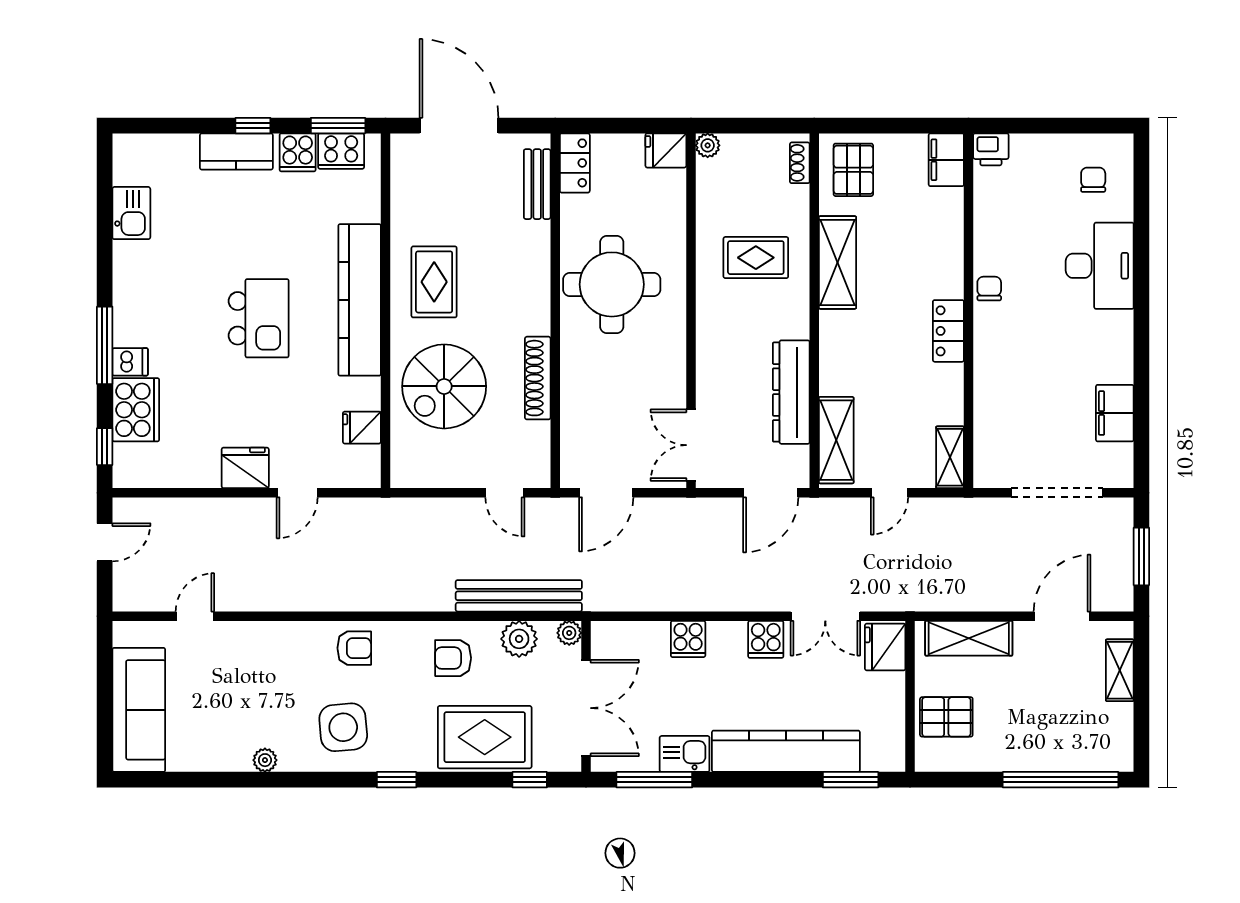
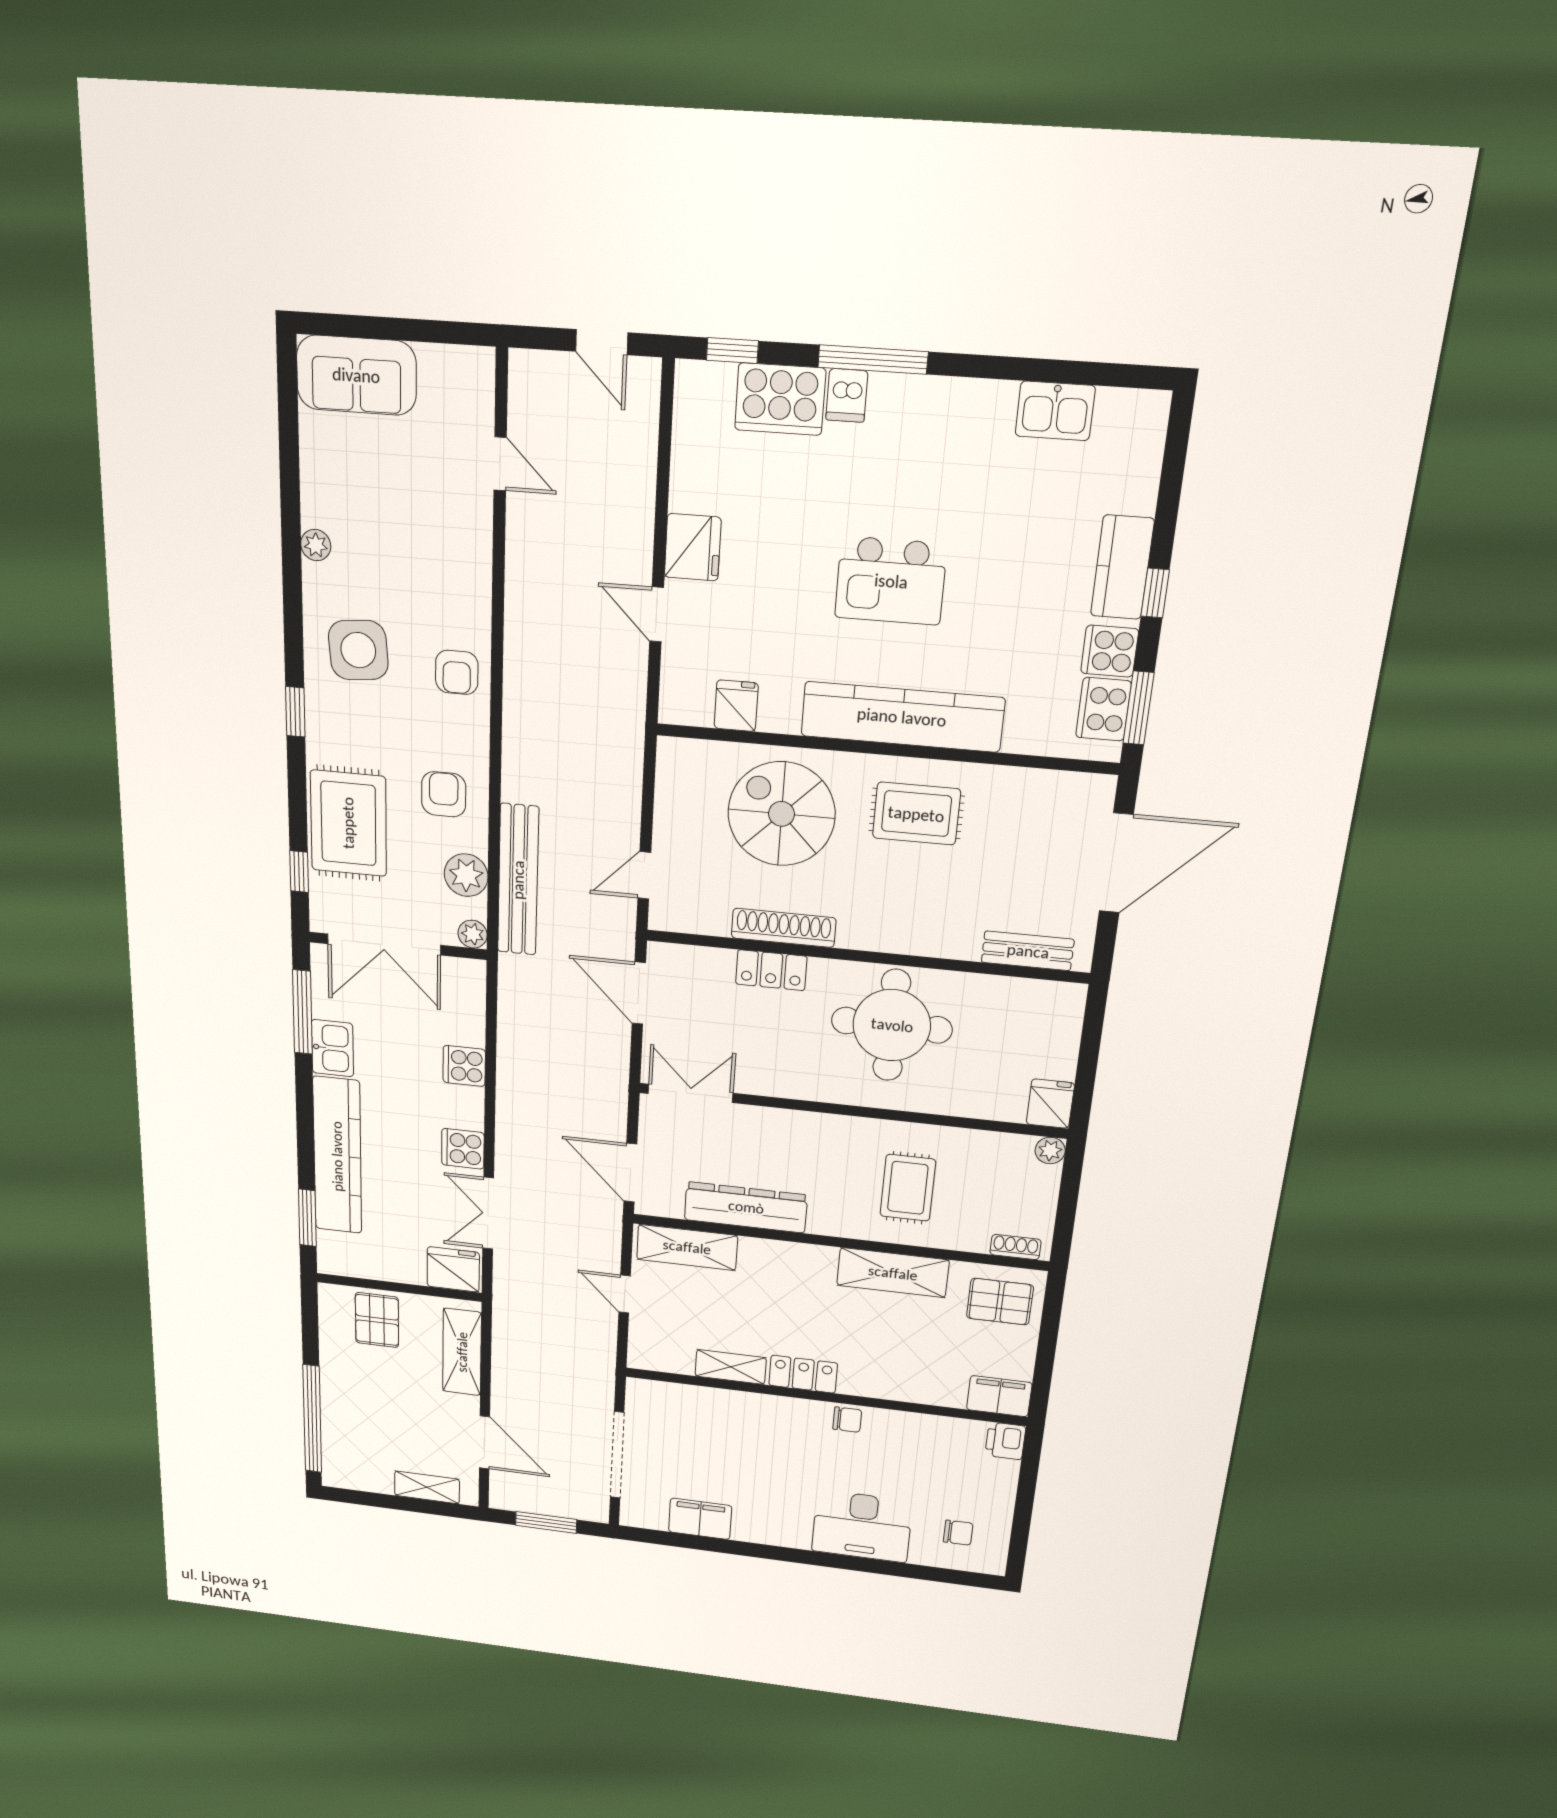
locker: (575, 163) -> (771, 970), moved
shelving: (950, 457) -> (731, 1367), moved
sofa: (139, 710) -> (356, 375), width x0.73

